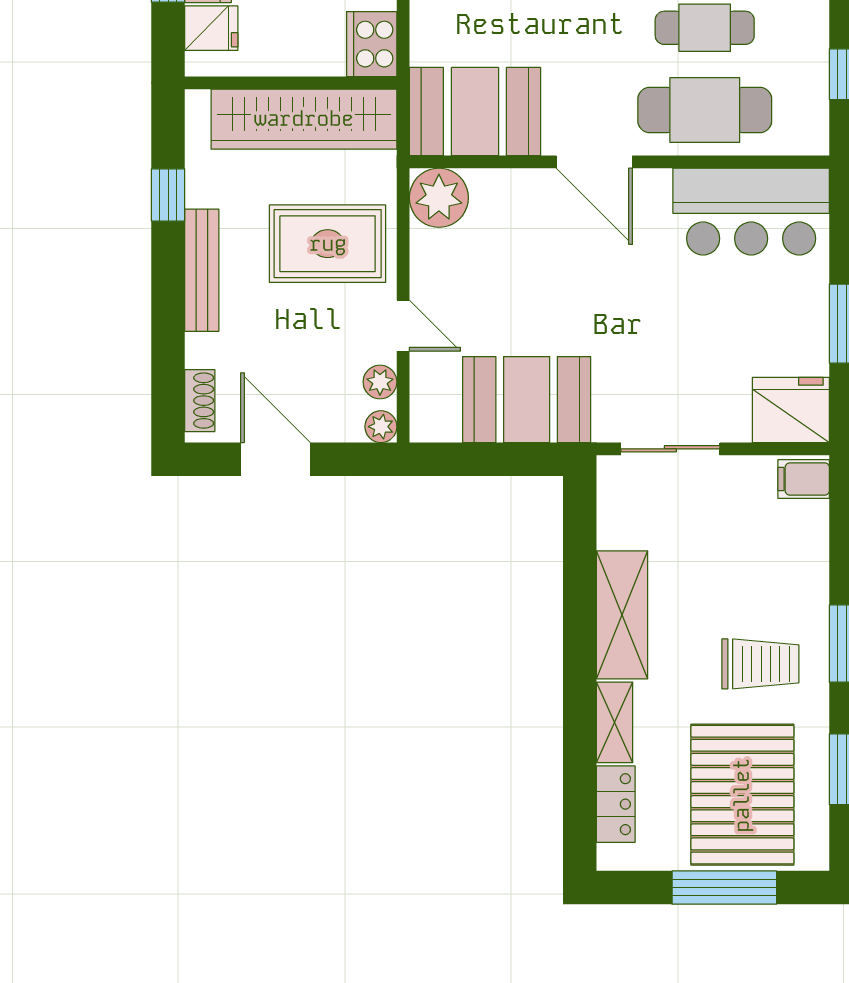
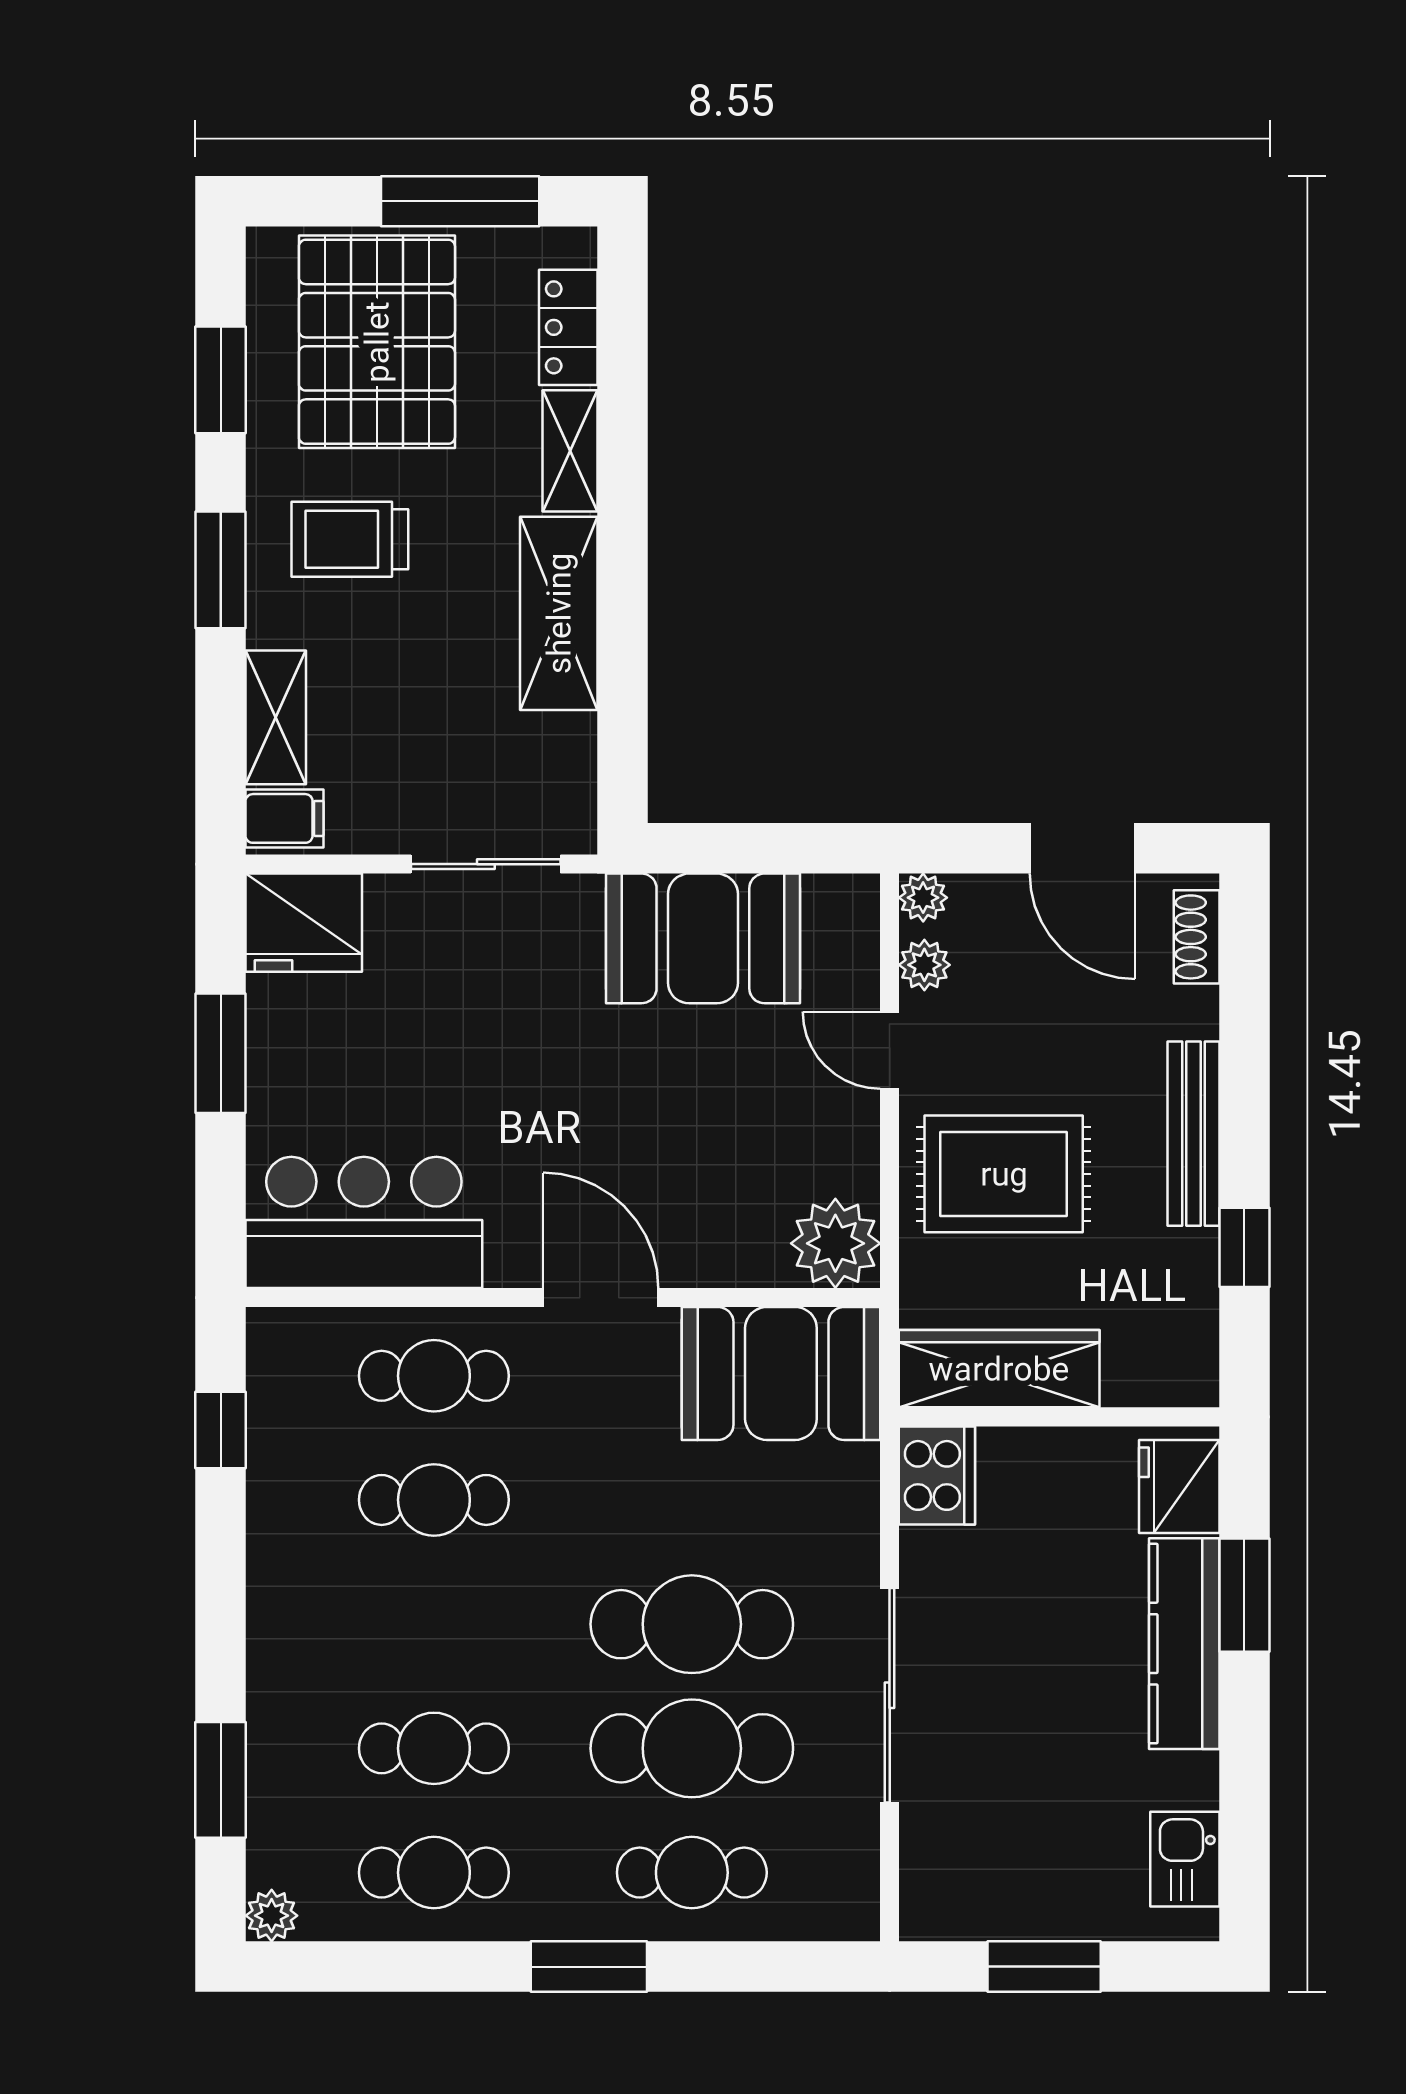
fridge: (211, 28) -> (1179, 1486), width x1.38
cafe table: (705, 110) -> (434, 1376), width x0.73, depth x0.74
wardrobe: (304, 119) -> (999, 1369), width x0.71, depth x0.85
shelving: (809, 546) -> (276, 717), added
window: (724, 888) -> (460, 201), moved

